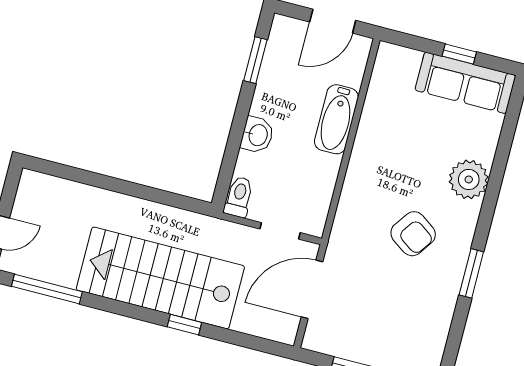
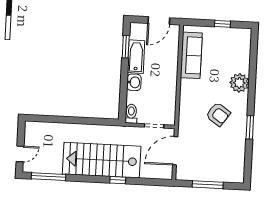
sofa: (465, 83) -> (191, 55), moved, turned -90
bathtub: (336, 119) -> (136, 57), moved, turned 180

